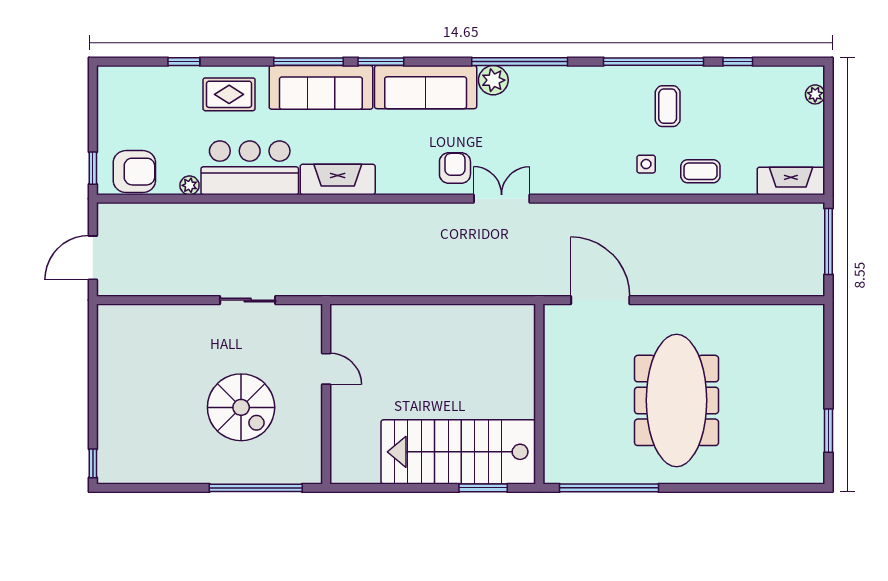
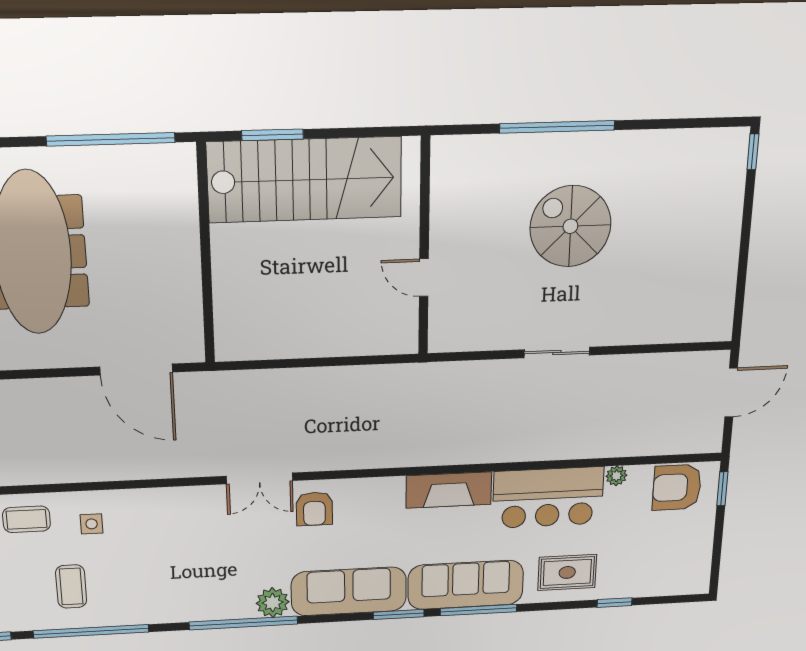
door: (326, 369) -> (424, 278), moved
wall: (326, 394) -> (424, 247), moved

